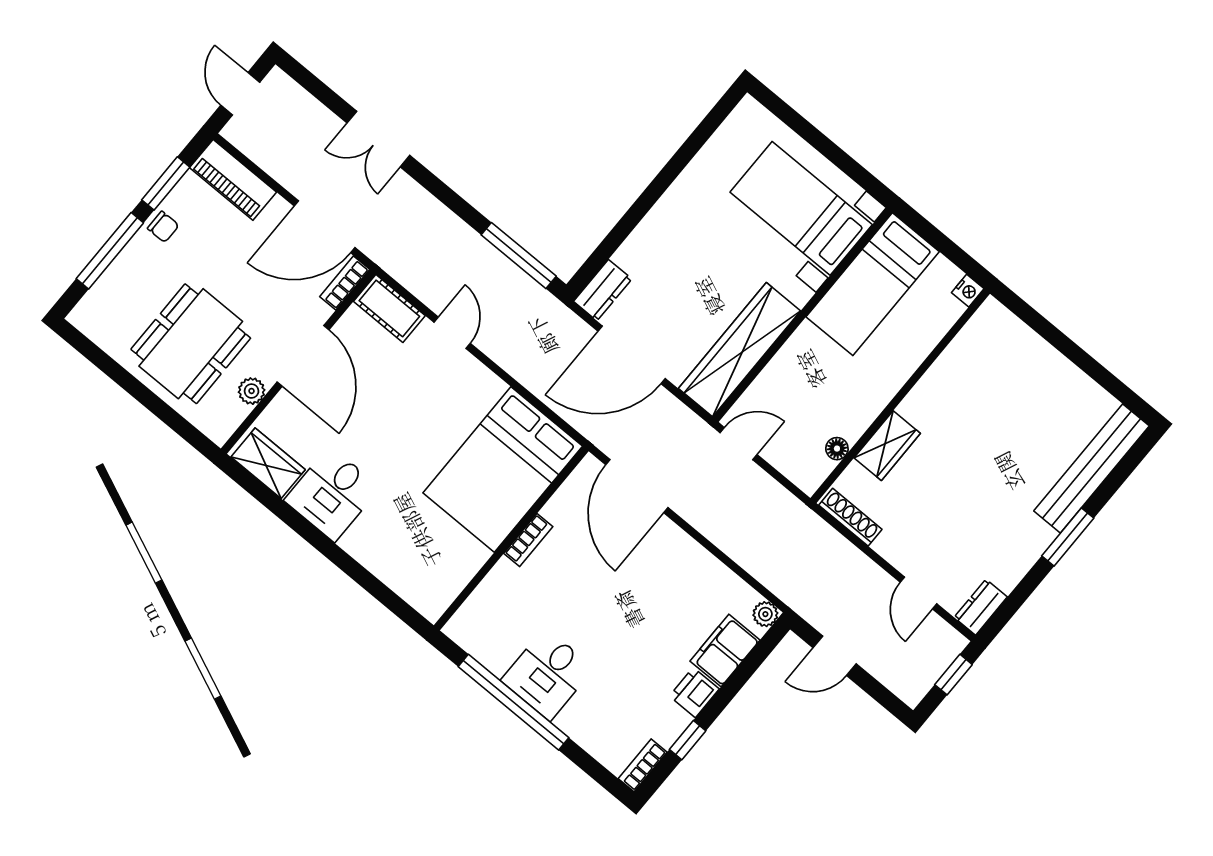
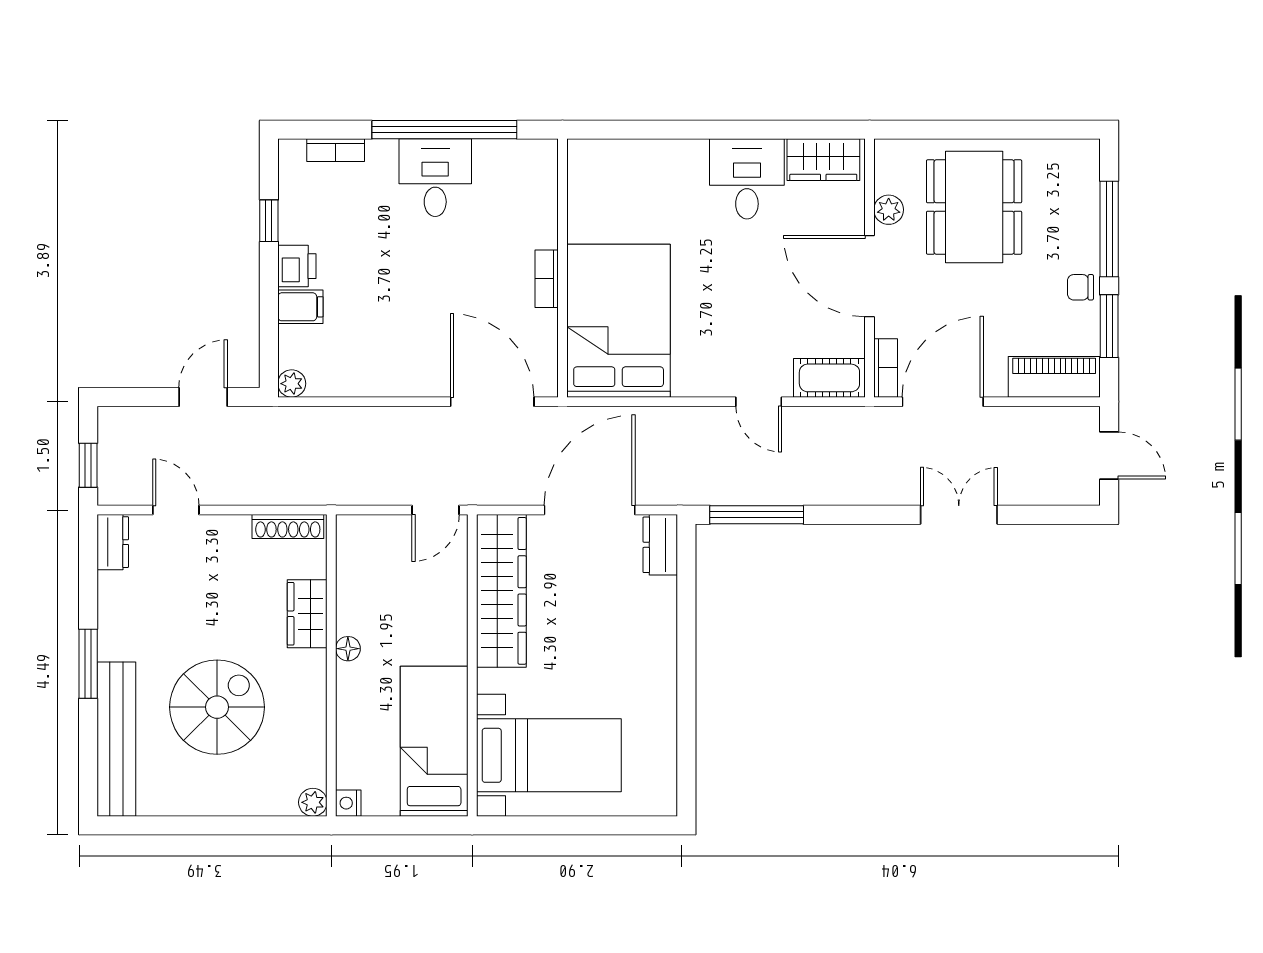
plant: (992, 312) -> (313, 802), added
spiral stairs: (1003, 433) -> (217, 707), added
floor lamp: (837, 449) -> (348, 649), moved
filing cabinet: (725, 651) -> (300, 307), width x0.50
bookcase: (643, 765) -> (336, 150), moved, turned 90

